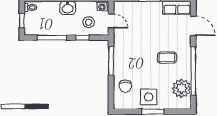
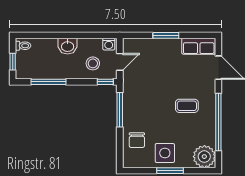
door: (111, 21) -> (120, 62), hinge flipped
window: (82, 38) -> (105, 82), moved
plant: (182, 88) -> (204, 157), moved

